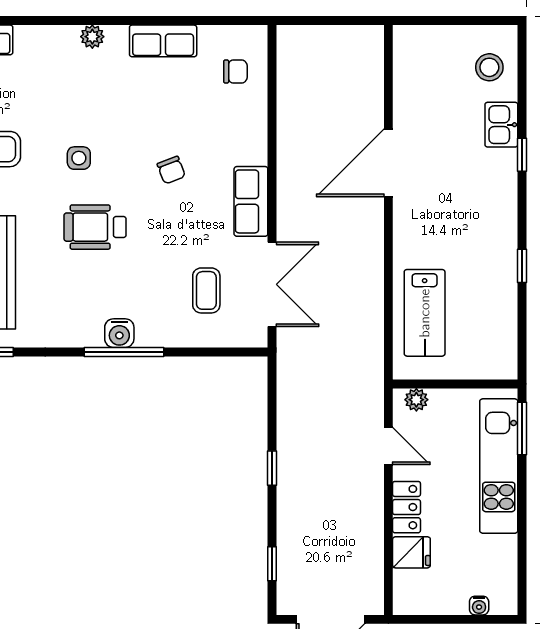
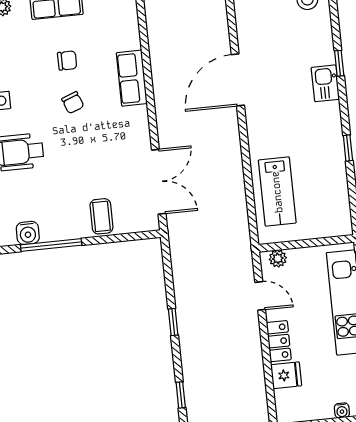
chair: (235, 71) -> (67, 61), moved
kitchen sink: (501, 125) -> (325, 83), moved
row of seats: (251, 201) -> (132, 78), moved
coffee table: (206, 290) -> (101, 216), moved
water cooler: (119, 333) -> (28, 233), moved

